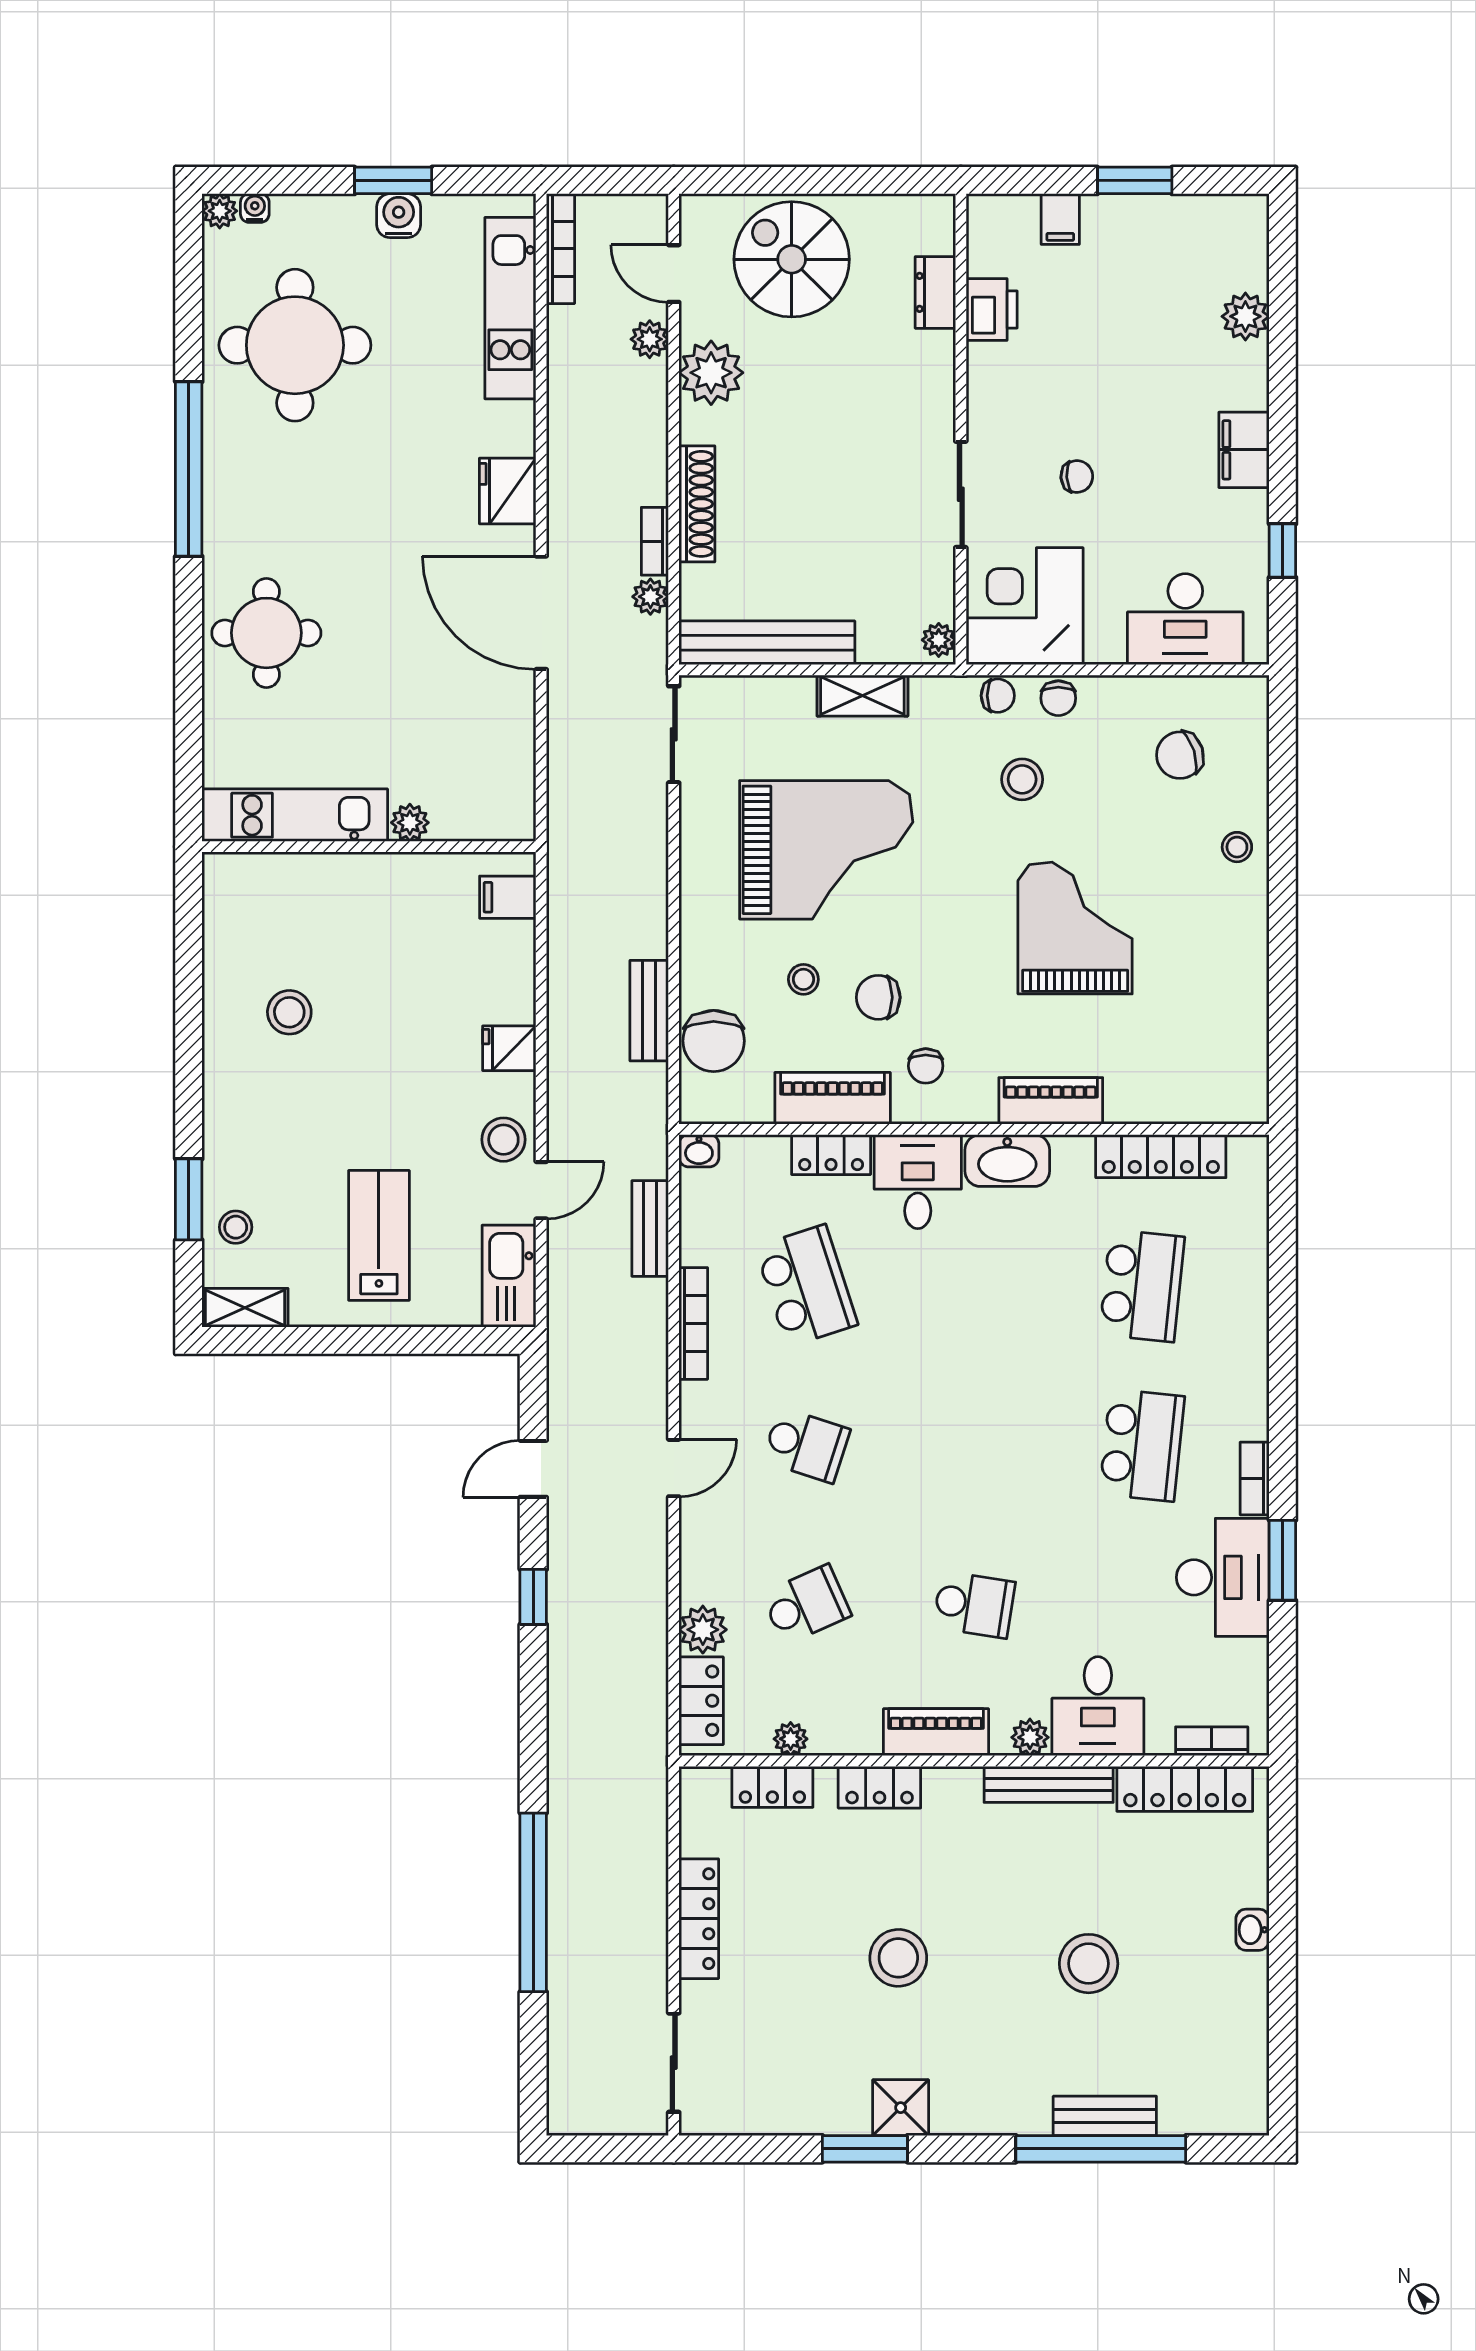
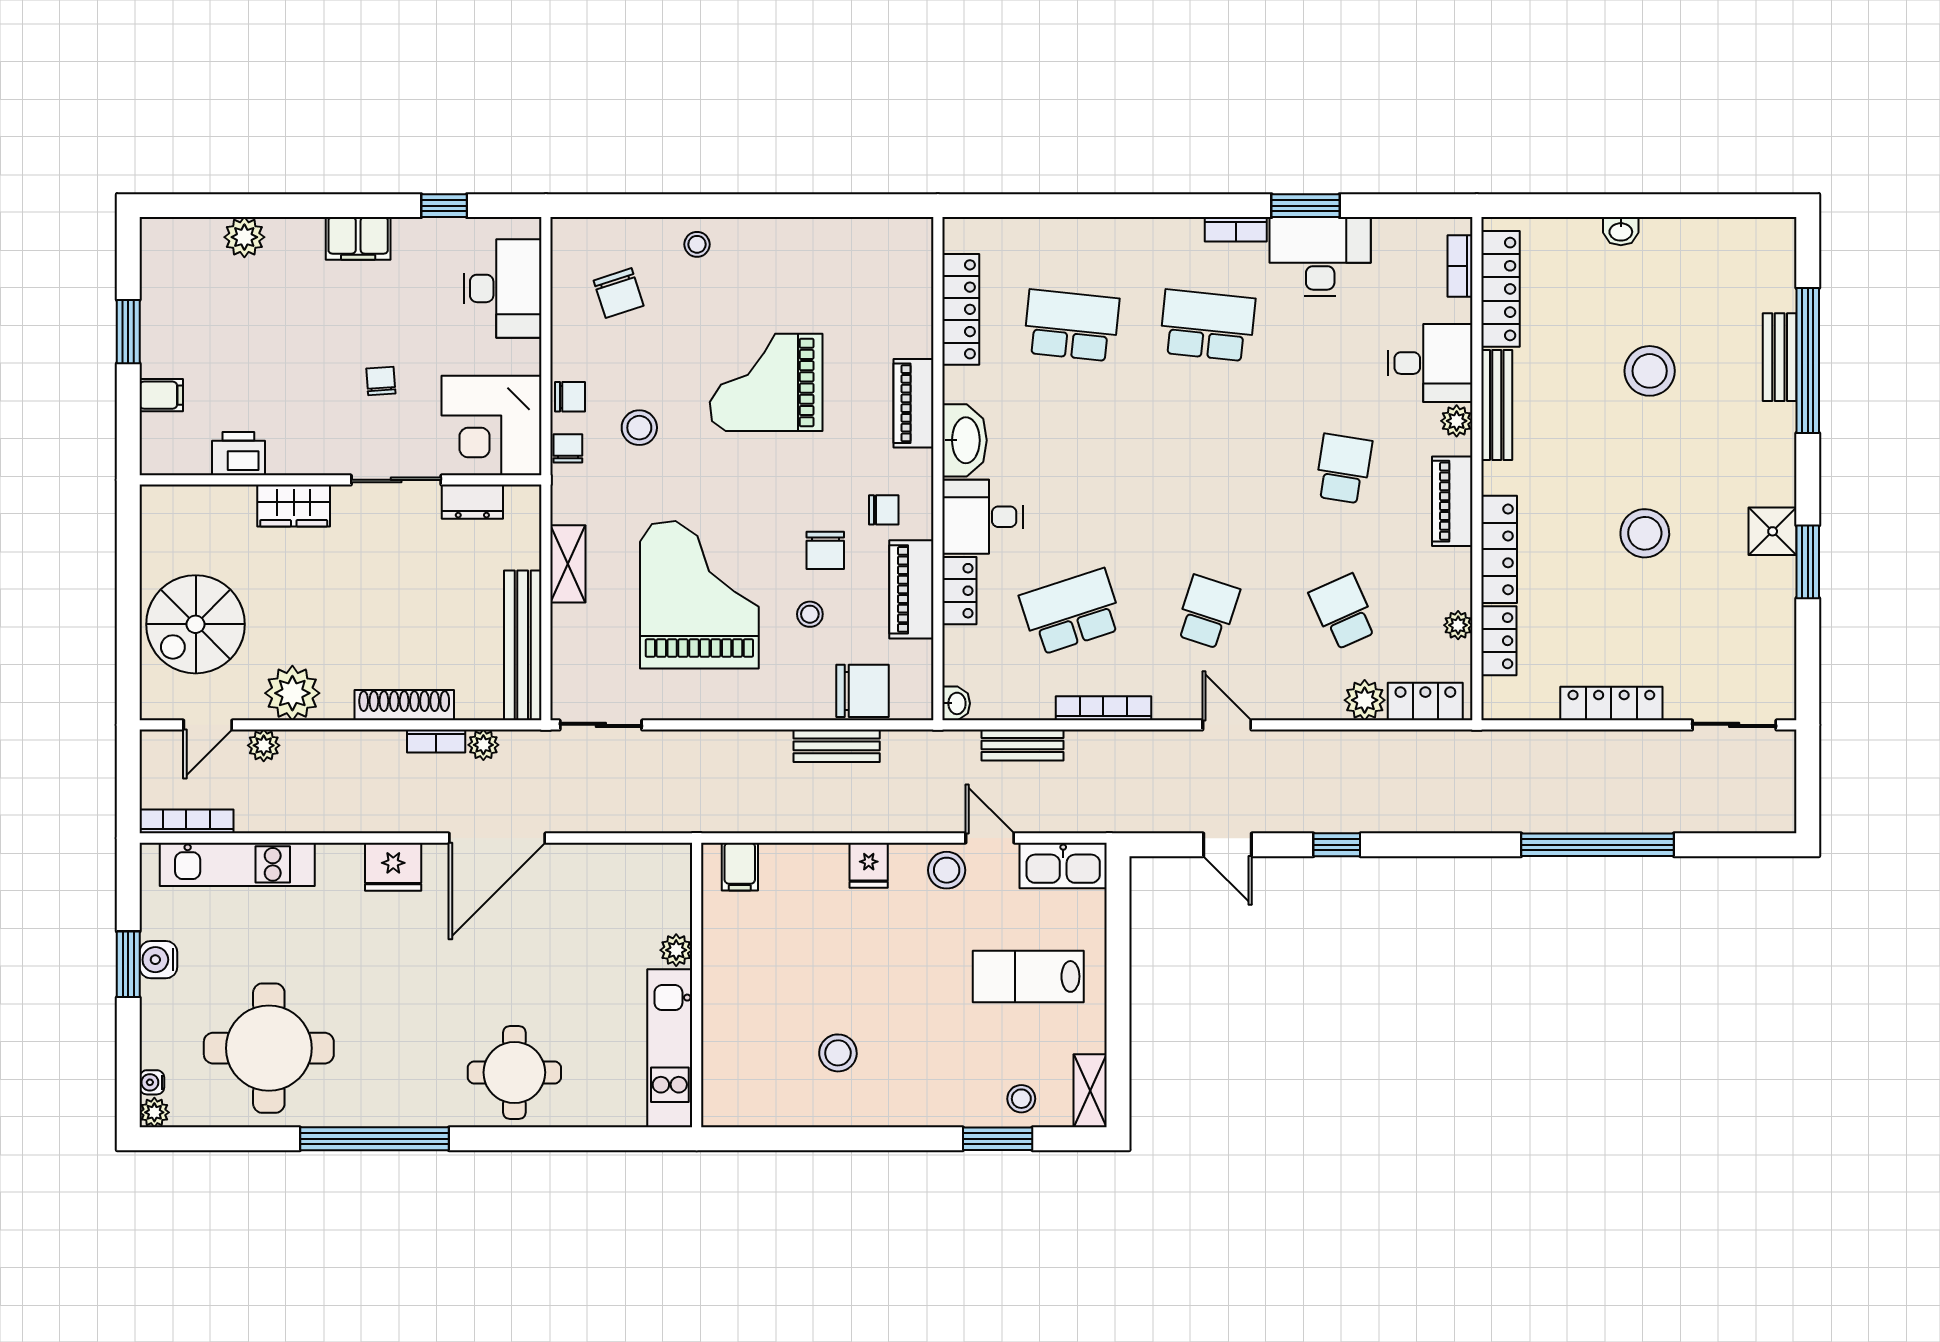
dresser: (935, 292) -> (472, 502), moved
wardrobe: (931, 374) -> (294, 506), added
plant: (939, 640) -> (520, 499), removed
locker: (879, 1787) -> (1499, 549), width x1.53

